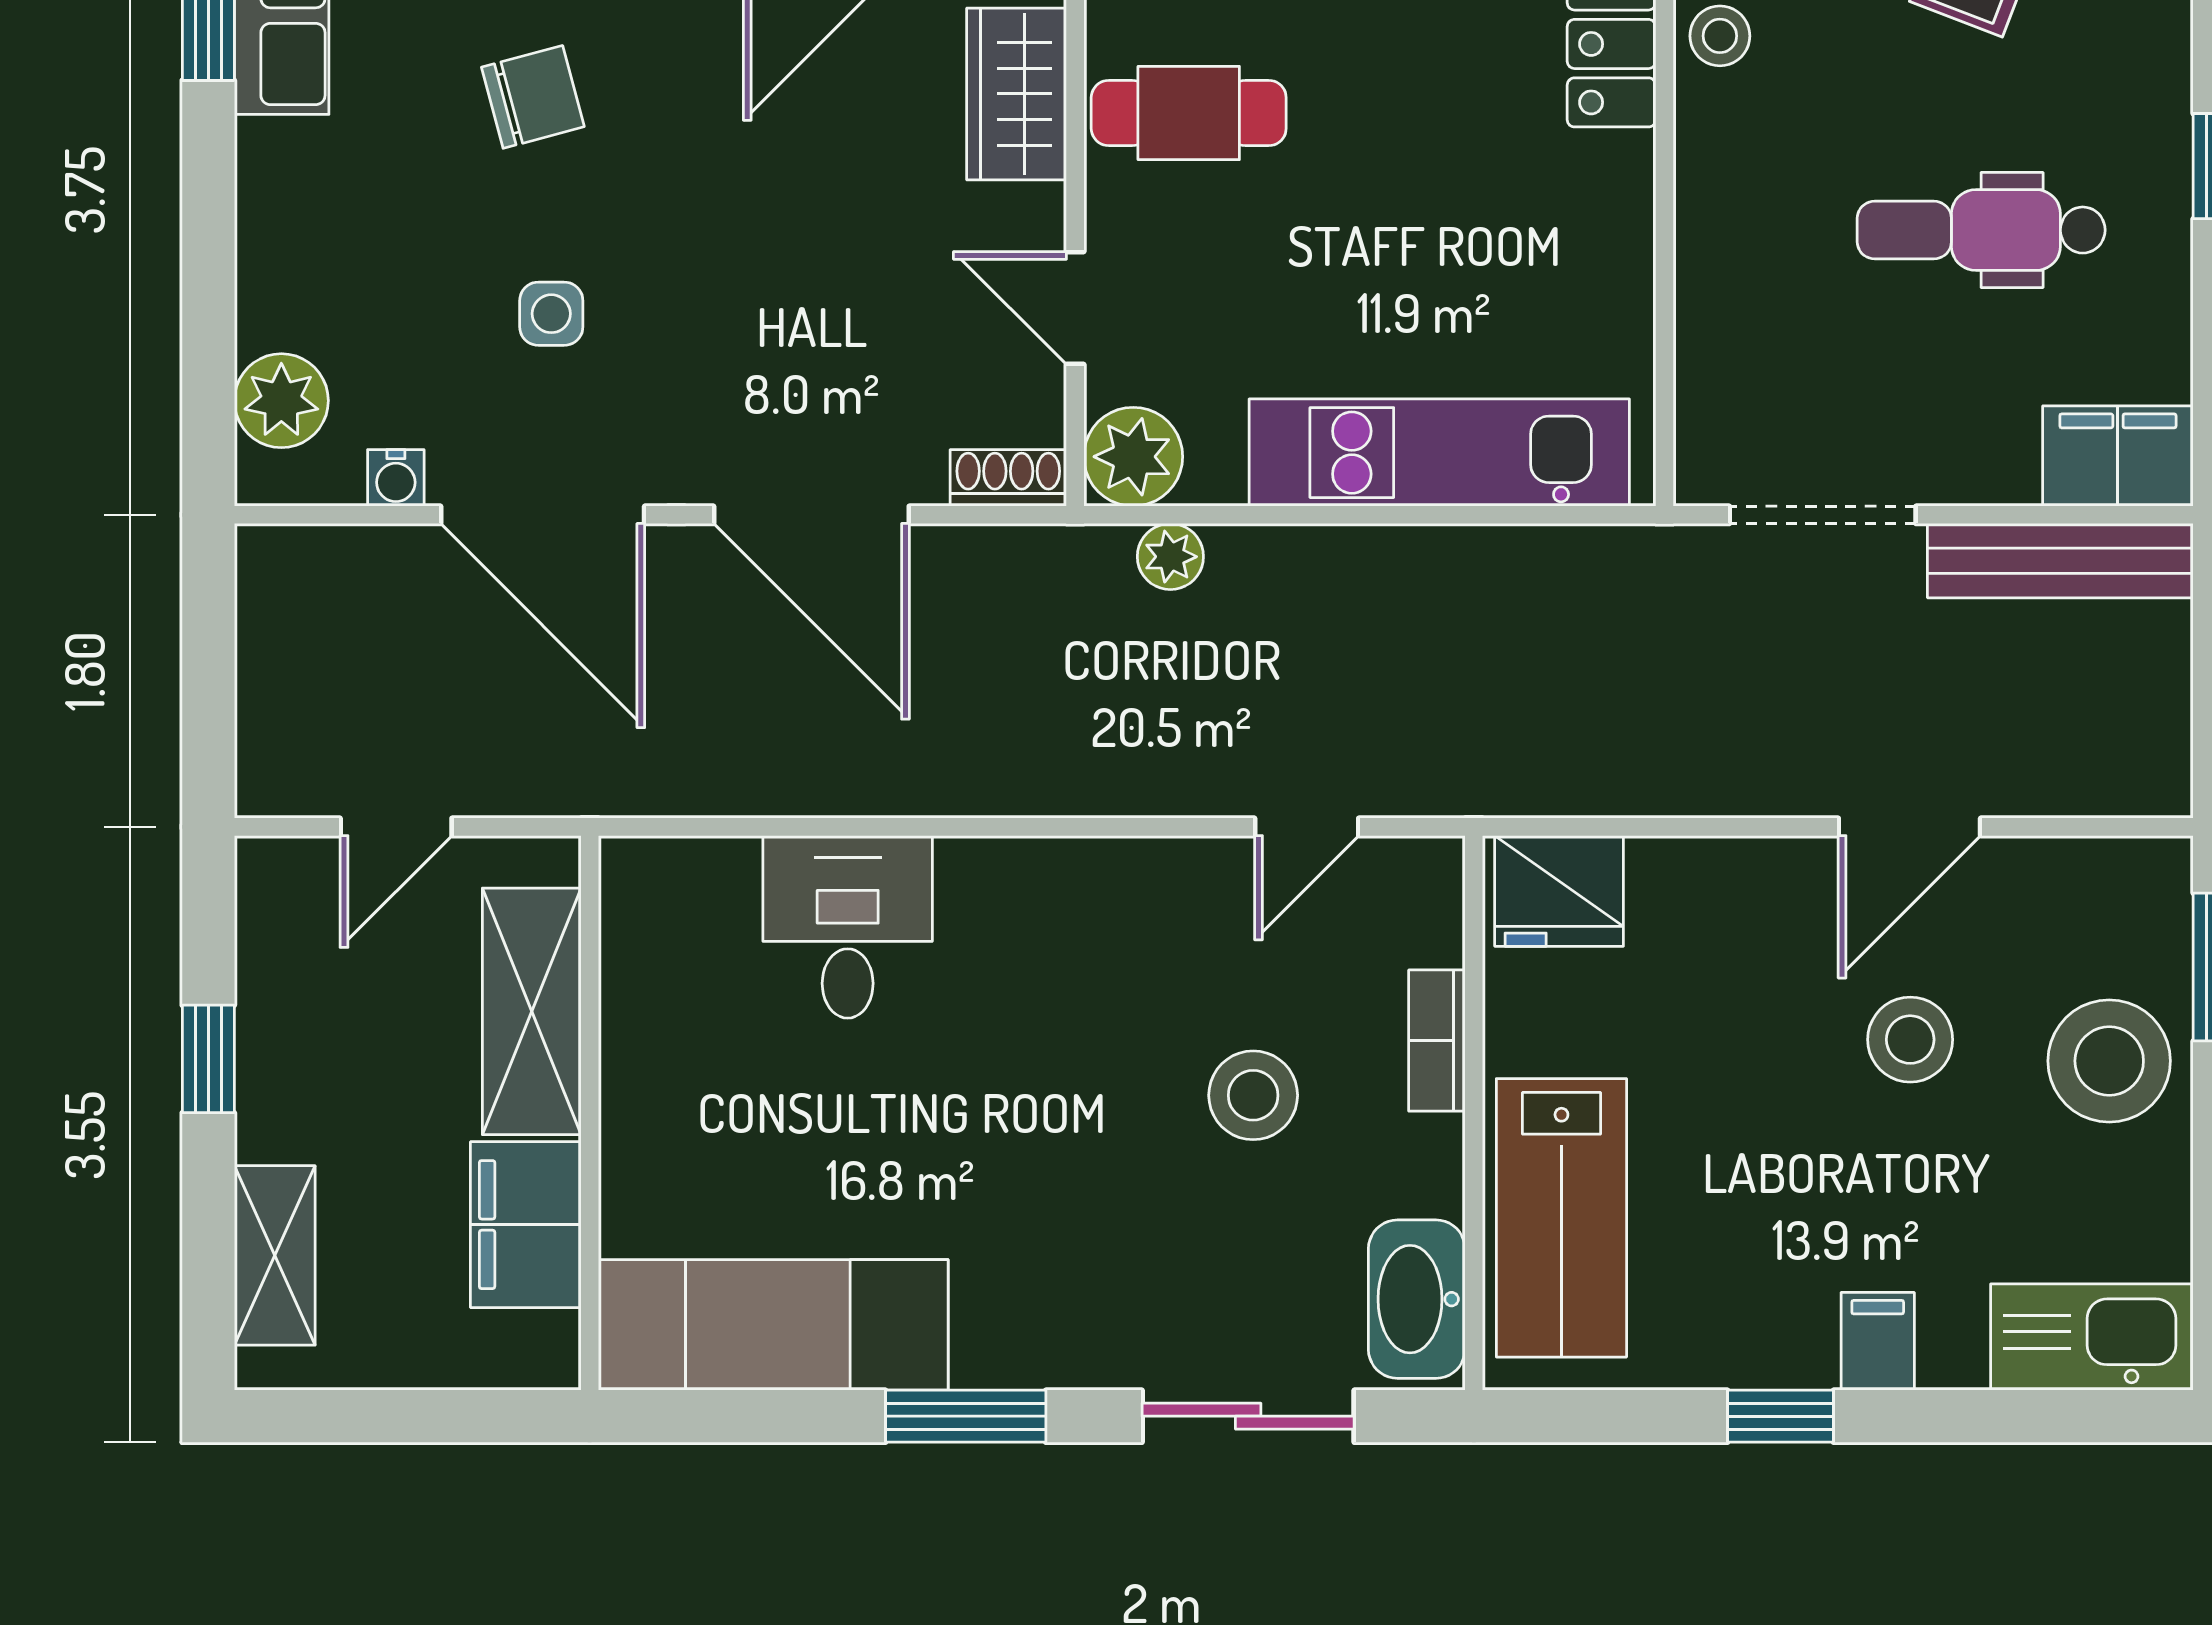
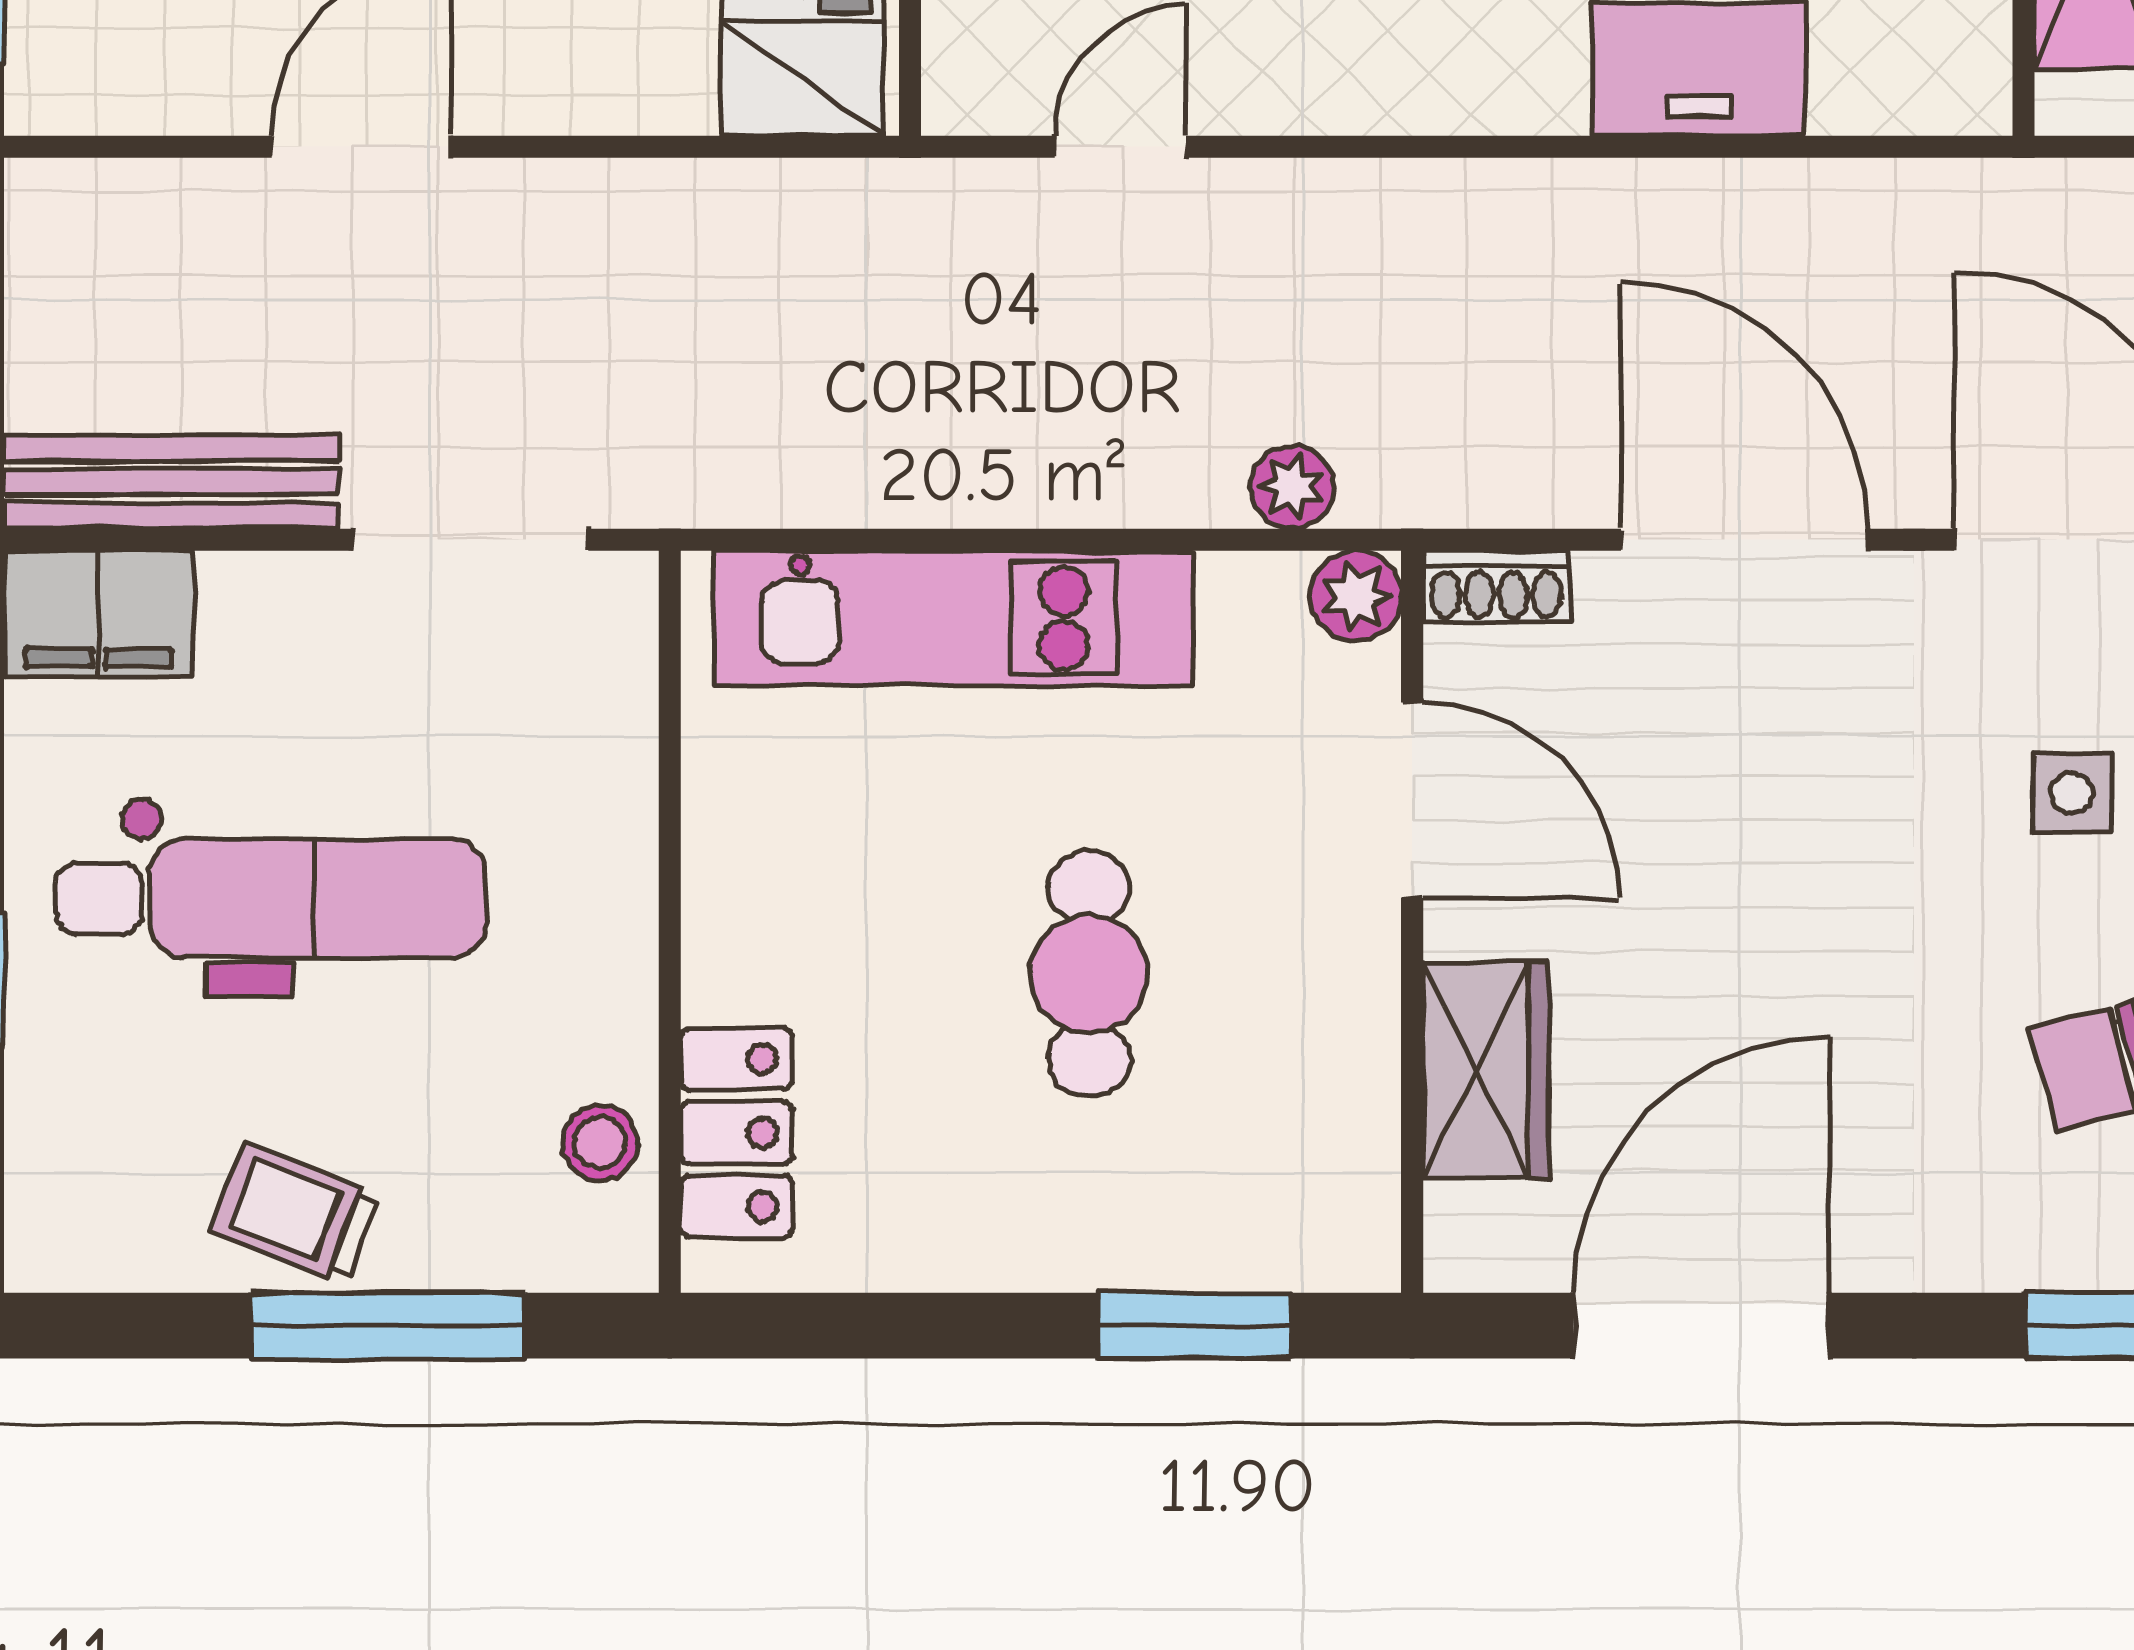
cafe table: (1189, 113) -> (1089, 974), moved, turned 90
dental chair: (1981, 230) -> (271, 898), width x1.36, depth x1.38
door: (1075, 308) -> (1412, 800), width x1.38
plant: (1133, 457) -> (1356, 596), width x0.73, depth x0.73

